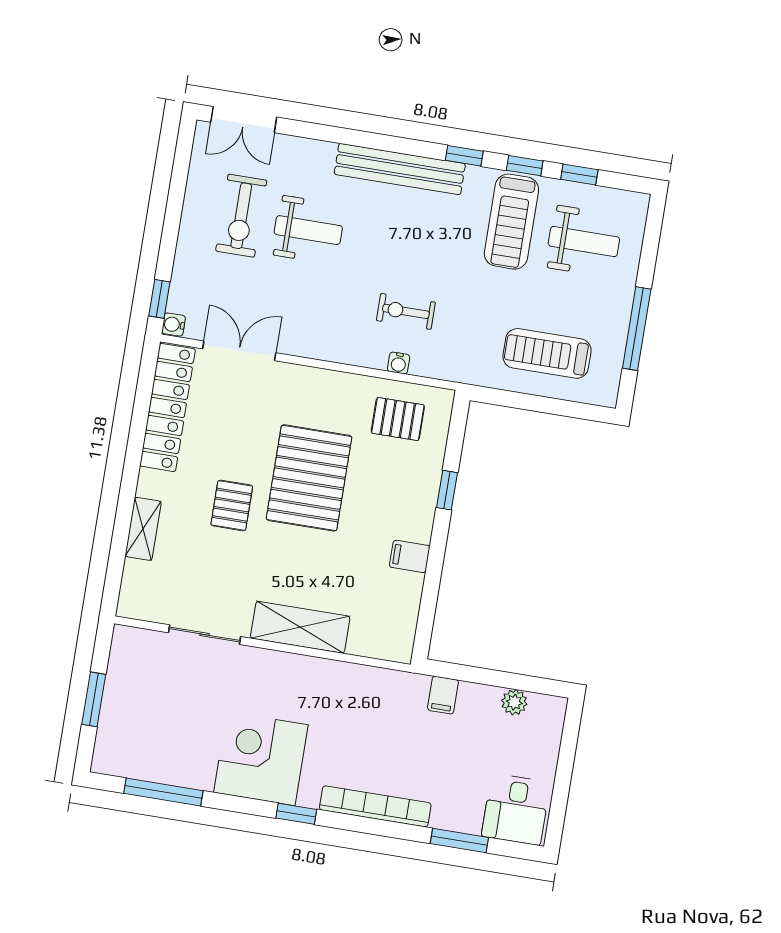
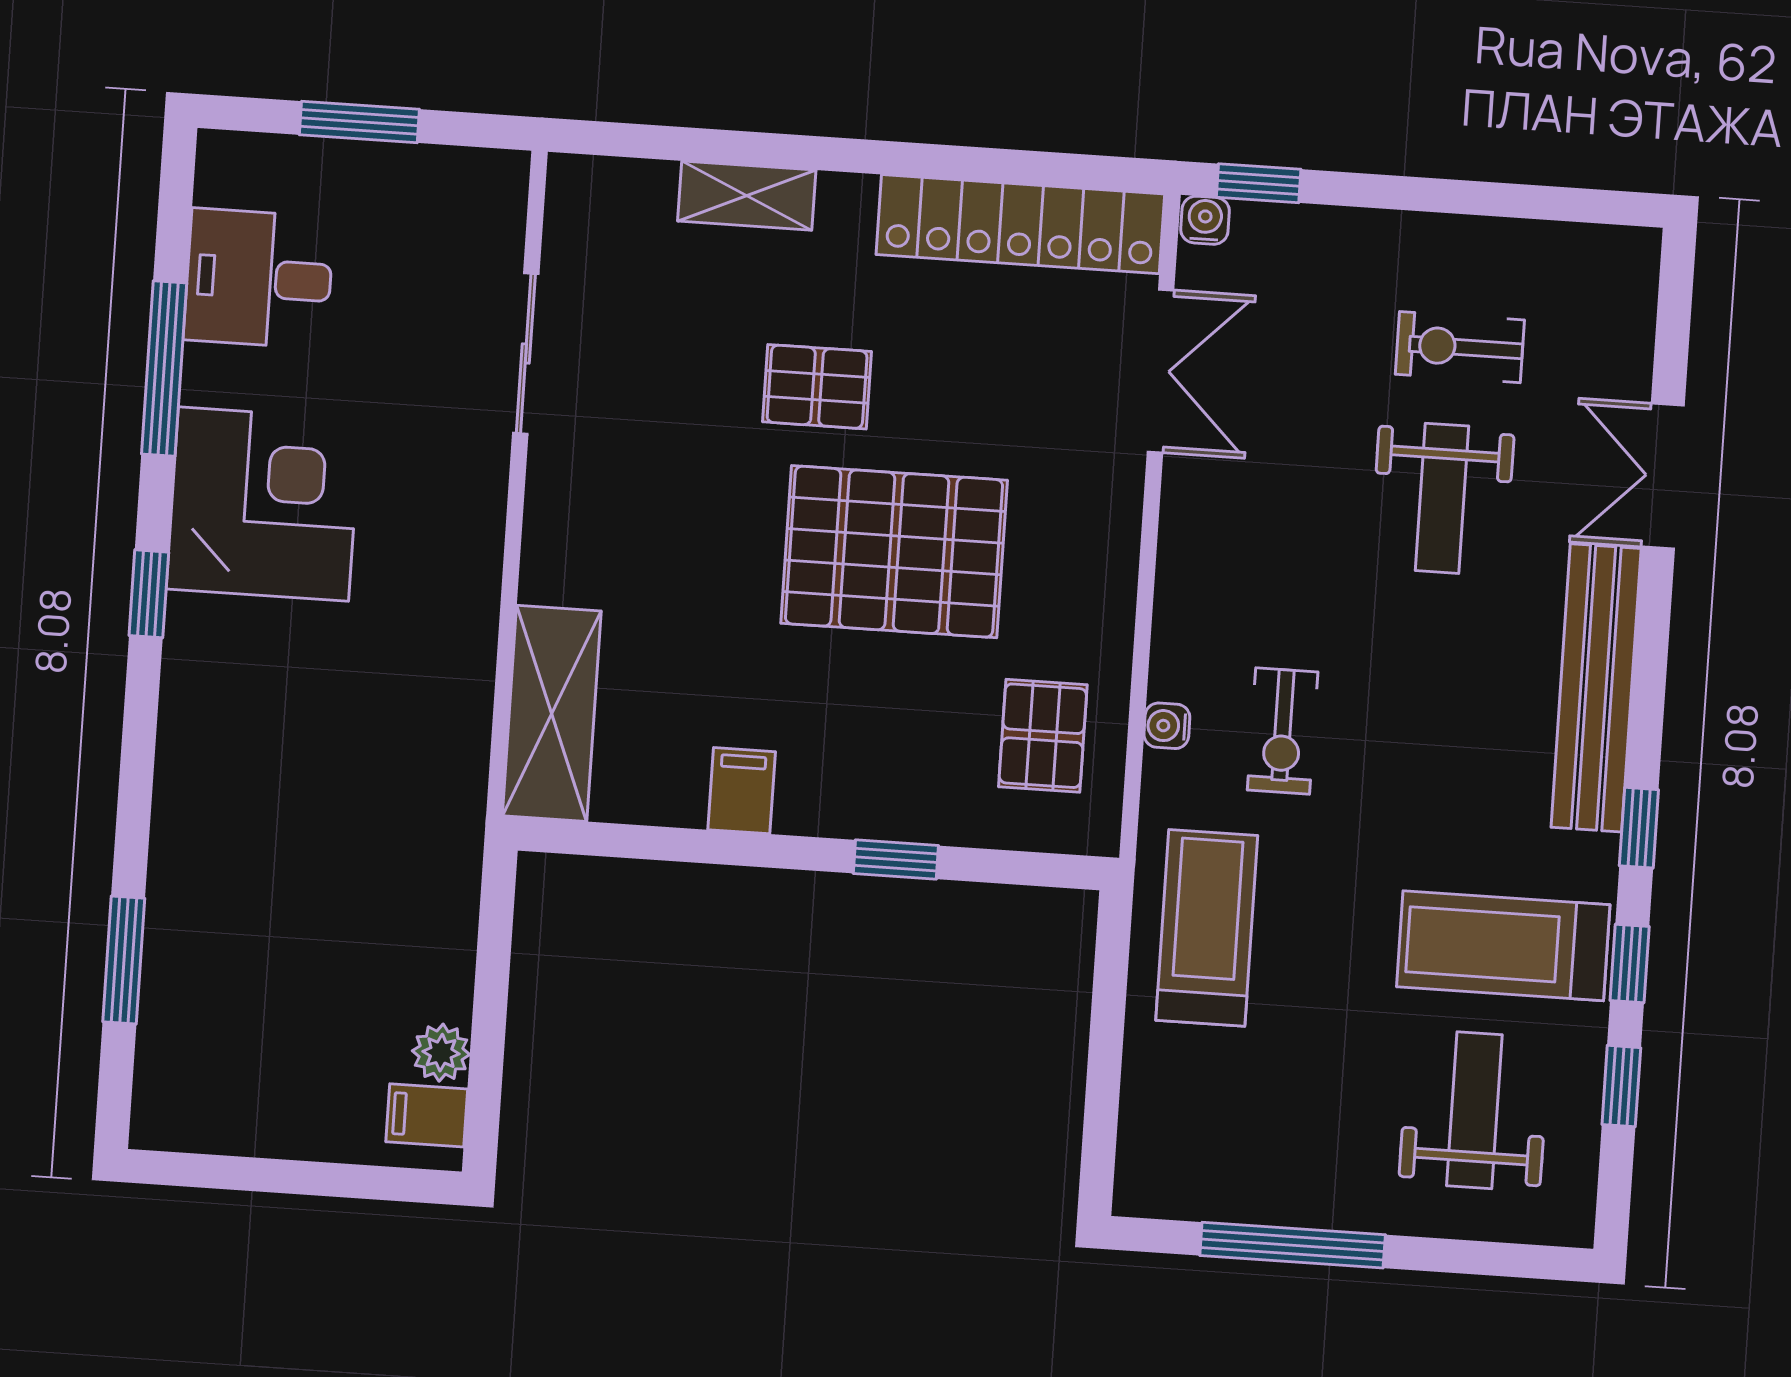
double door: (244, 120) -> (1663, 476), moved
exercise bike: (241, 216) -> (1460, 347), width x0.73, depth x0.72
weight bench: (584, 242) -> (1474, 1110), turned 180
exercise bike: (406, 311) -> (1283, 731), turned 180
treadmill: (547, 353) -> (1207, 928), moved
shelving: (300, 627) -> (552, 713), moved
filing cabinet: (443, 695) -> (427, 1115), moved
window: (163, 792) -> (164, 369), moved
bookcase: (375, 806) -> (182, 767), removed
desk: (516, 809) -> (259, 278), moved

